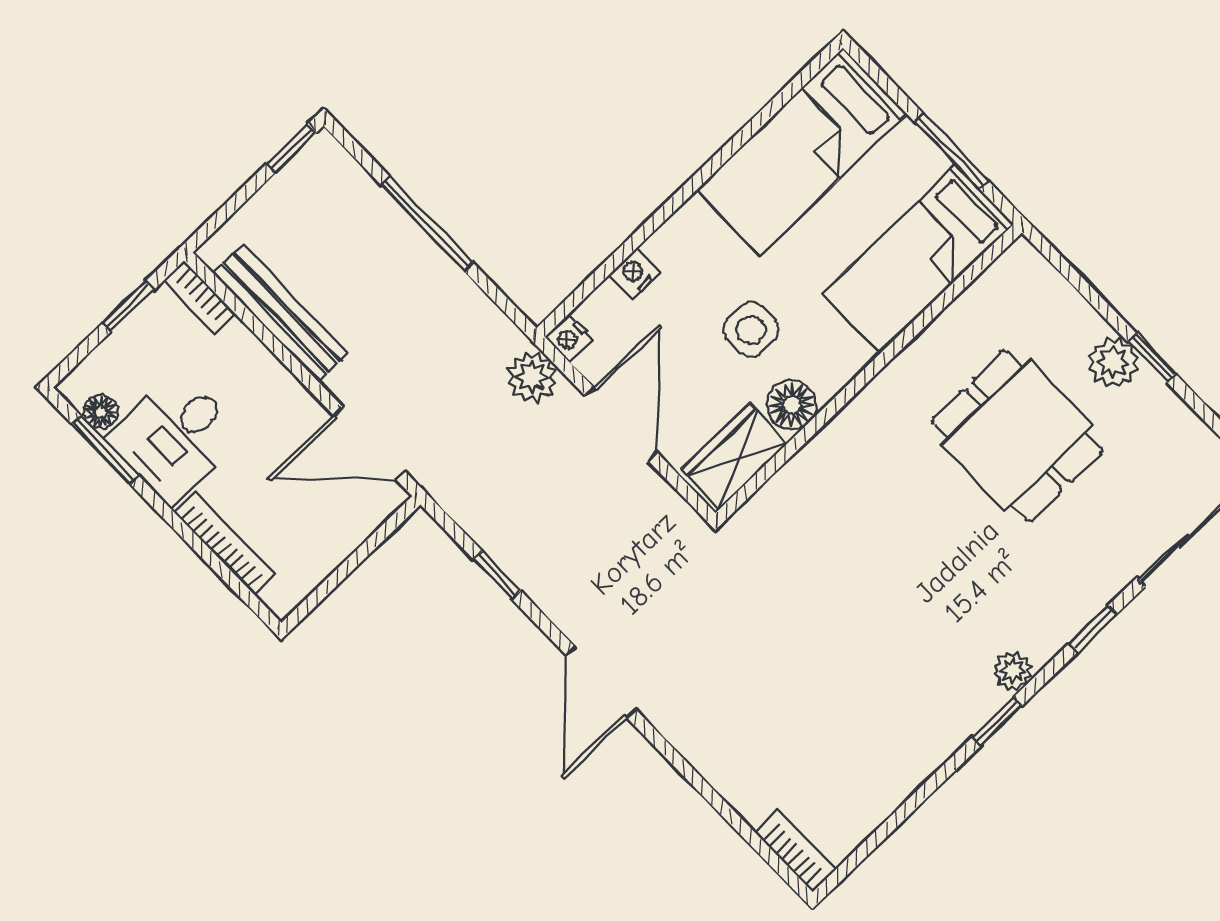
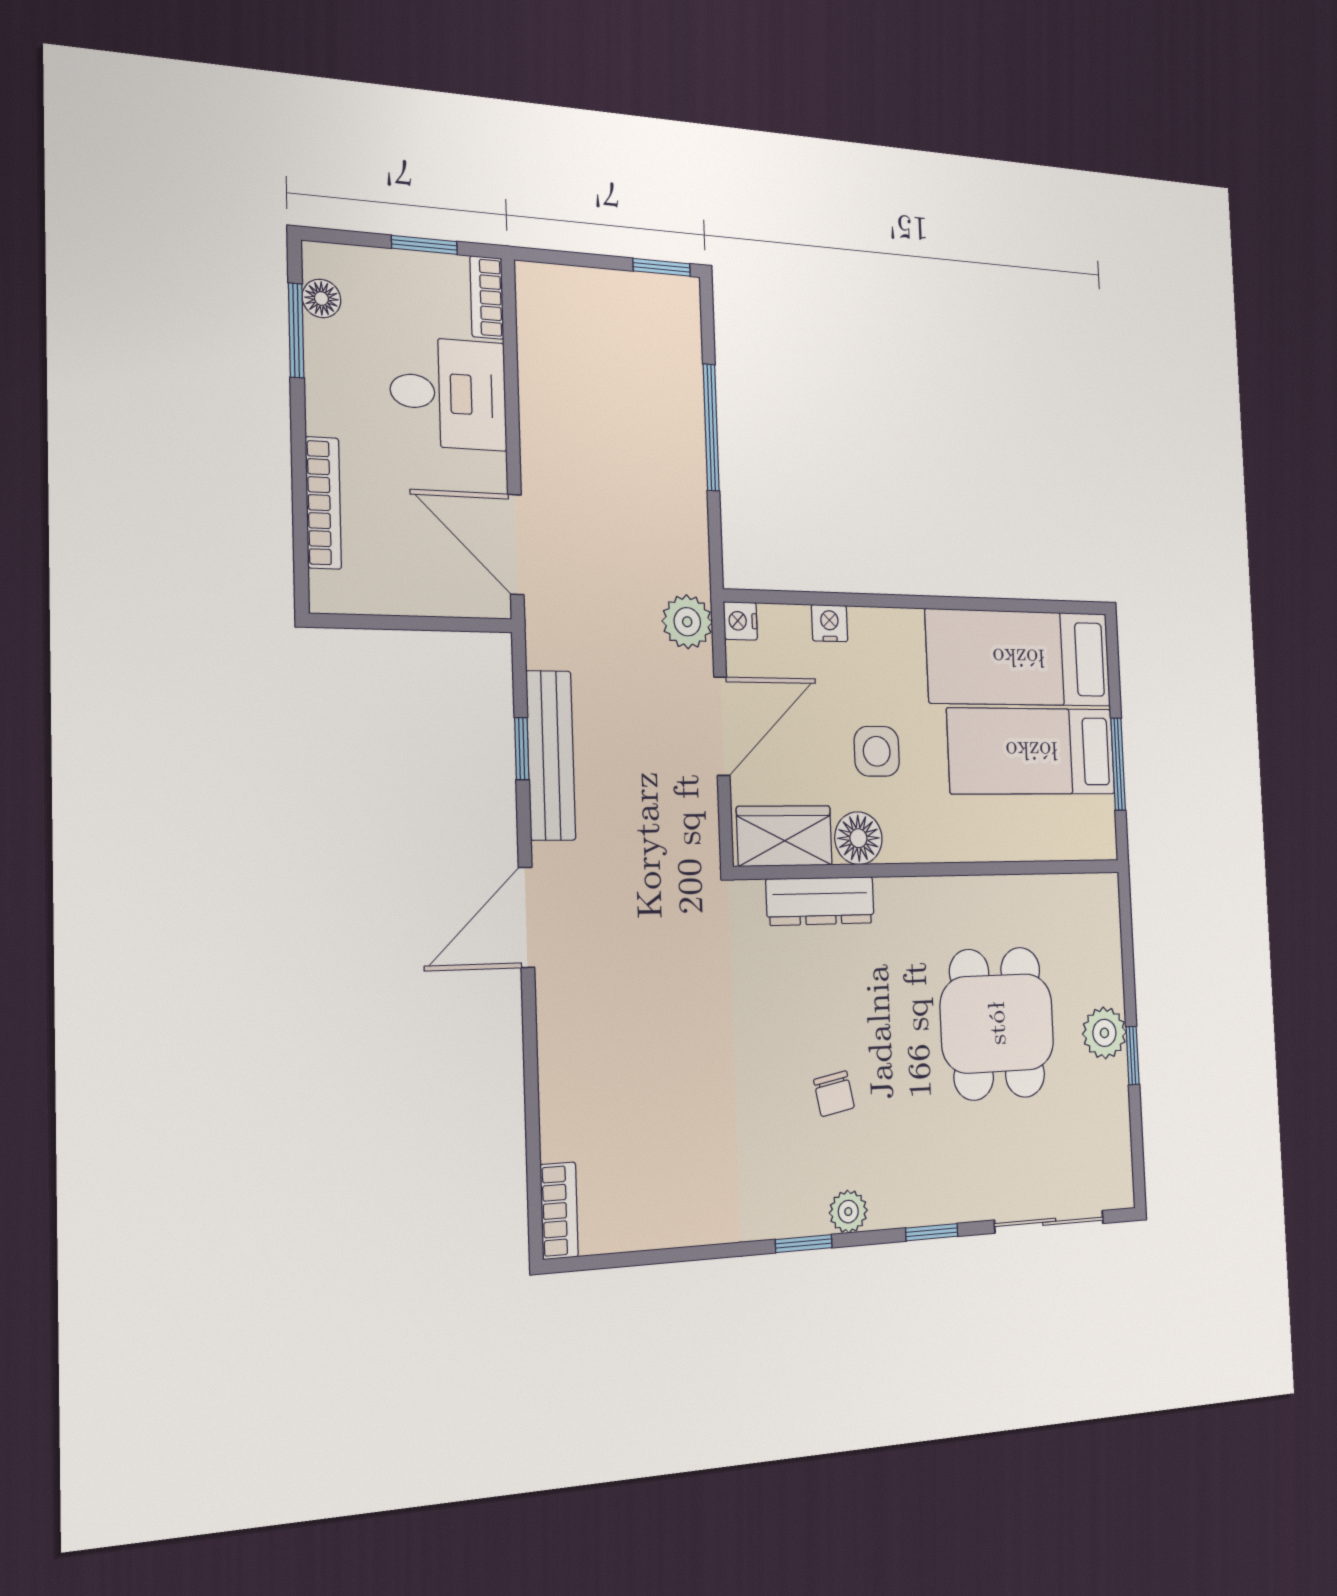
bed: (918, 259) -> (1032, 751), moved
bench: (281, 313) -> (551, 755), moved
desk: (175, 437) -> (448, 393), moved, turned 180
dresser: (802, 476) -> (820, 901), added
chair: (930, 600) -> (834, 1094), added

